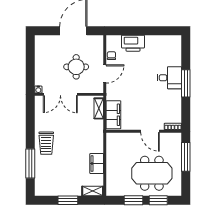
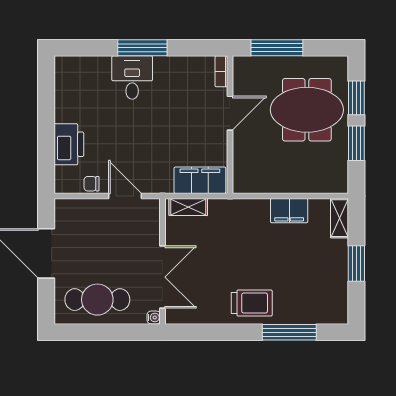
cafe table: (48, 59) -> (97, 300), added
round table: (76, 67) -> (112, 248), removed
meeting table: (152, 173) -> (307, 110), turned 90

